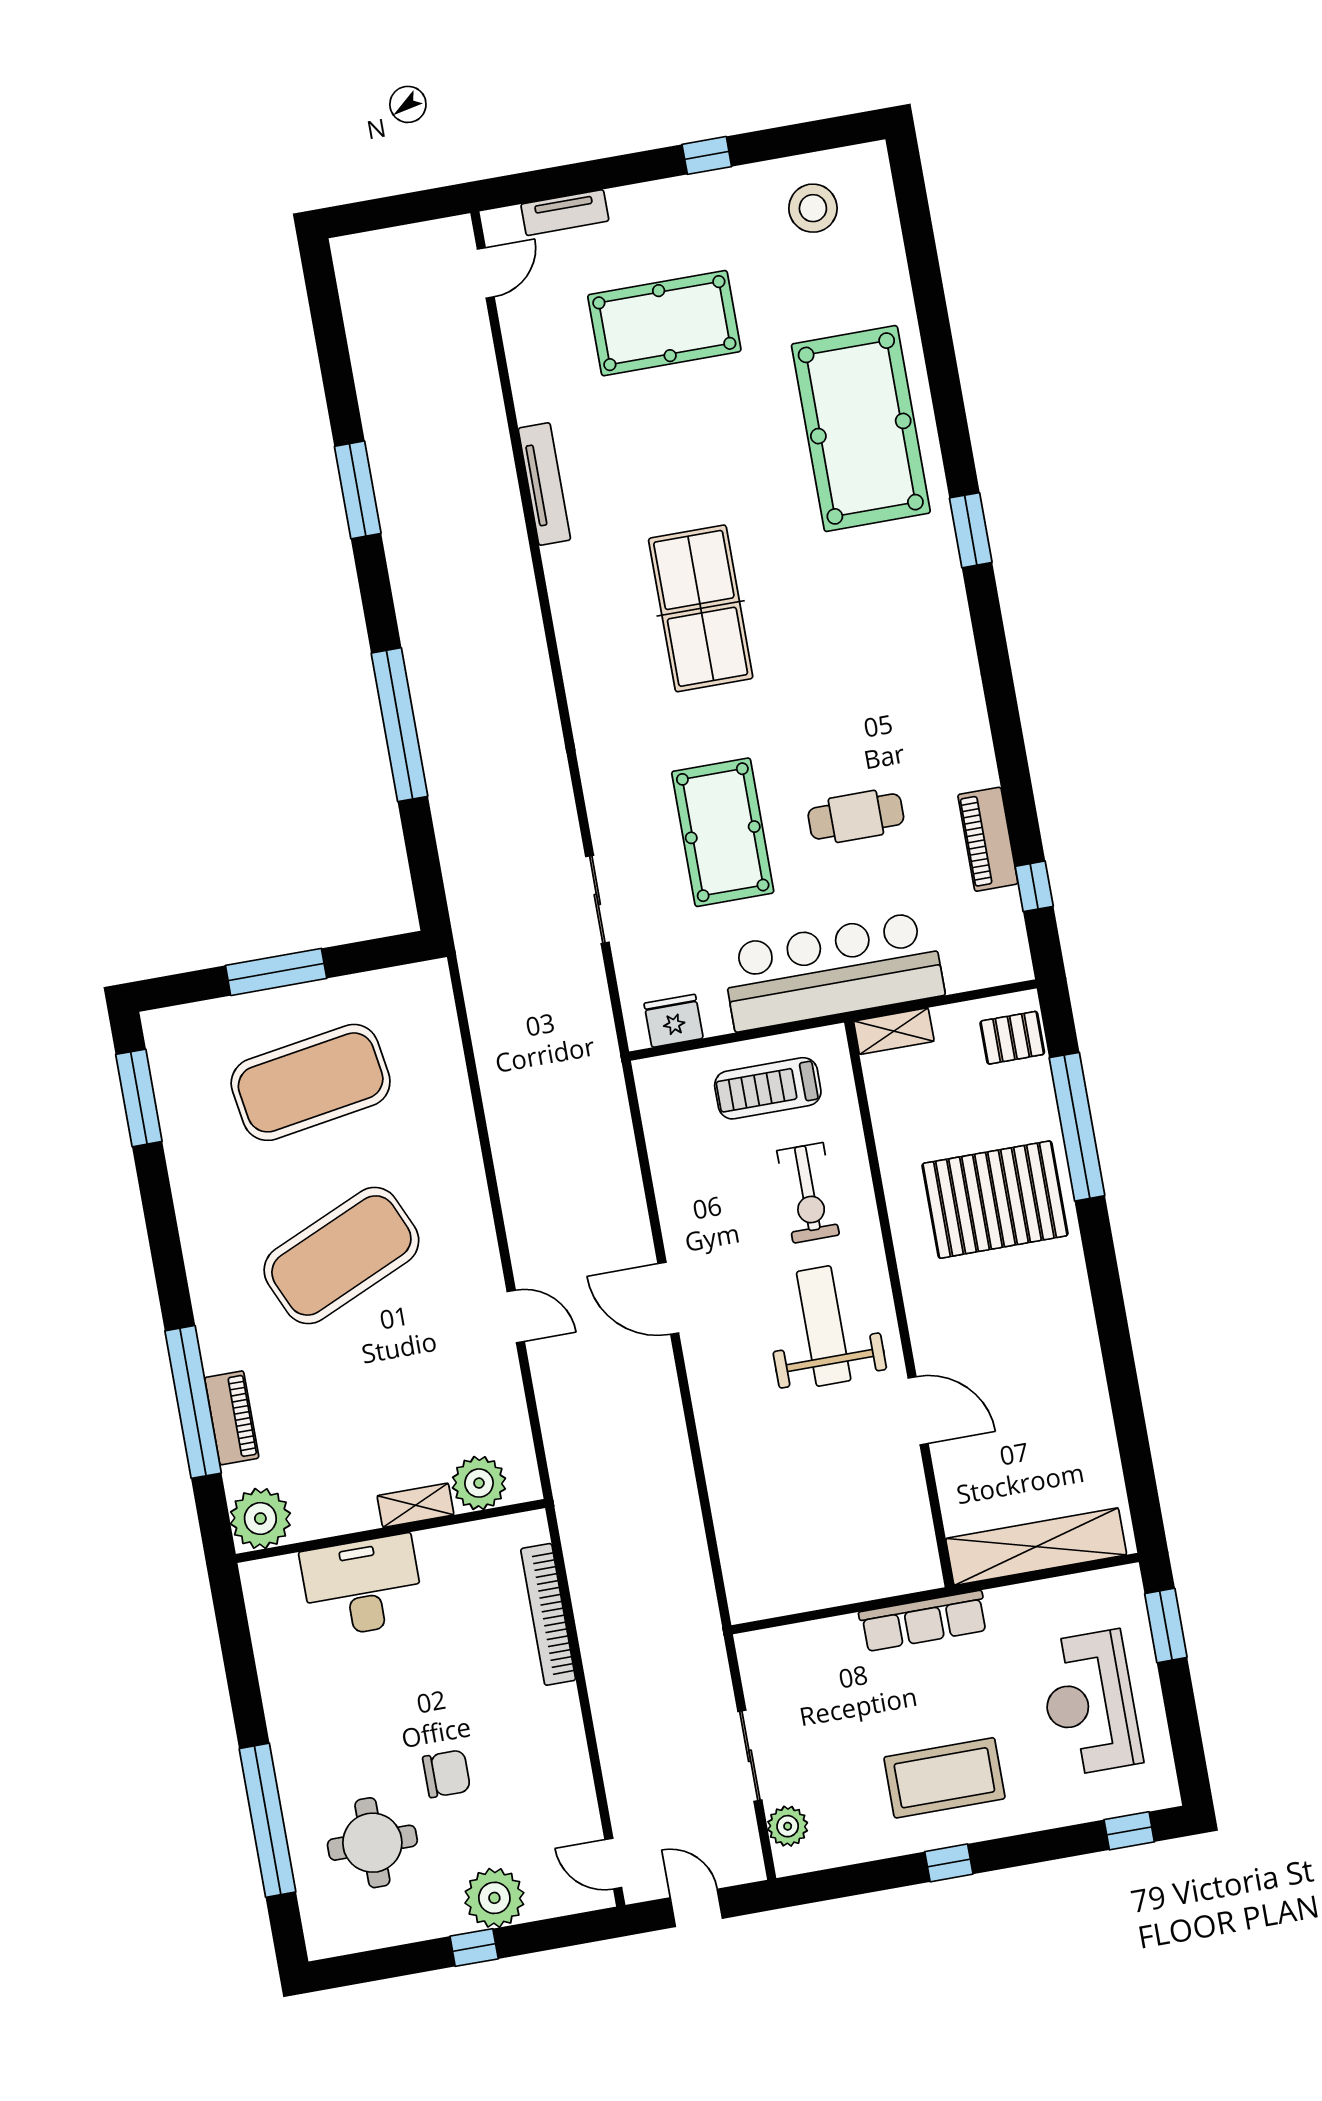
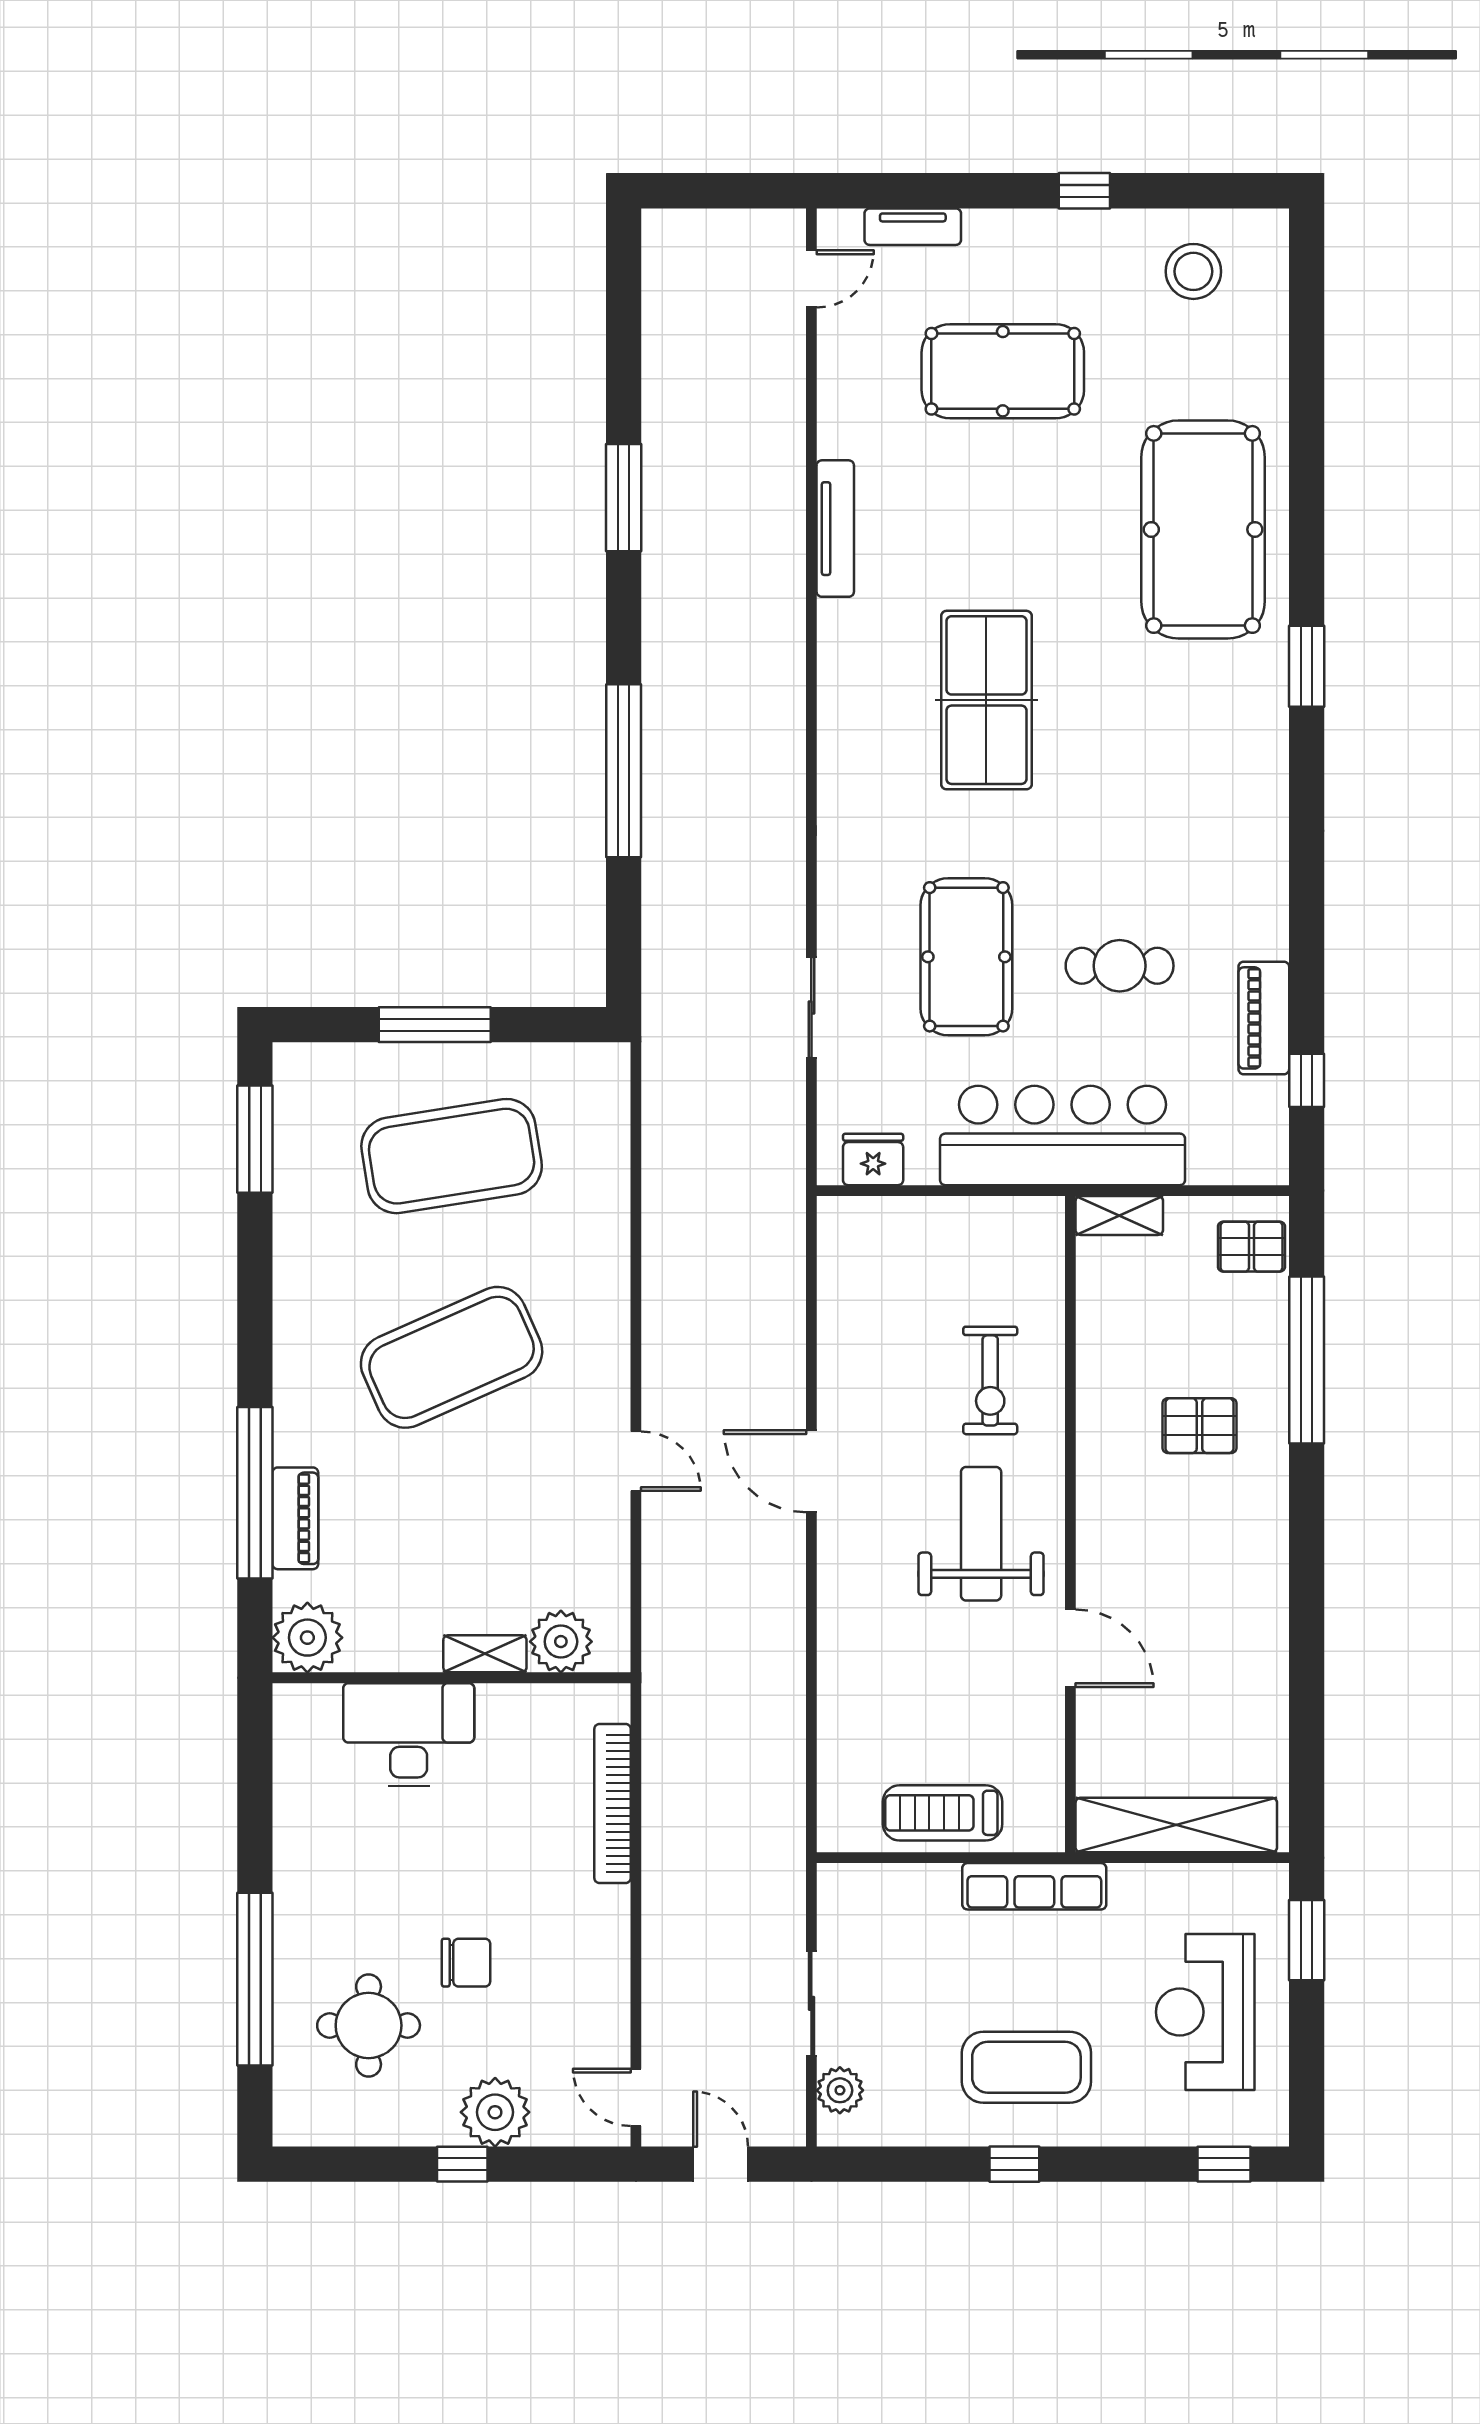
treadmill: (768, 1088) -> (943, 1813), moved
pallet: (995, 1200) -> (1199, 1426), width x0.49, depth x0.50

